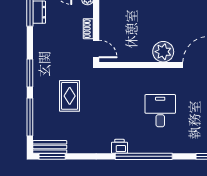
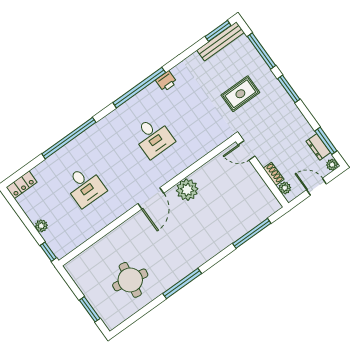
shoe rack: (88, 29) -> (274, 174), moved
rug: (70, 96) -> (240, 94), turned 90
bench: (50, 147) -> (221, 41), width x1.36

